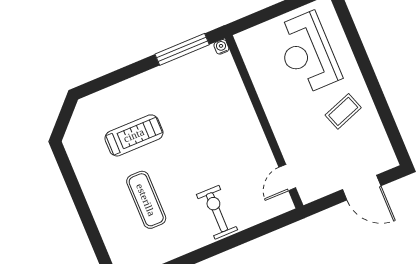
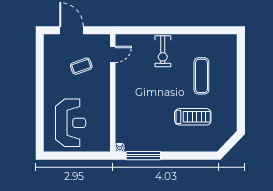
coffee table: (343, 111) -> (81, 66), moved
treadmill: (134, 135) -> (193, 117), turned 180

